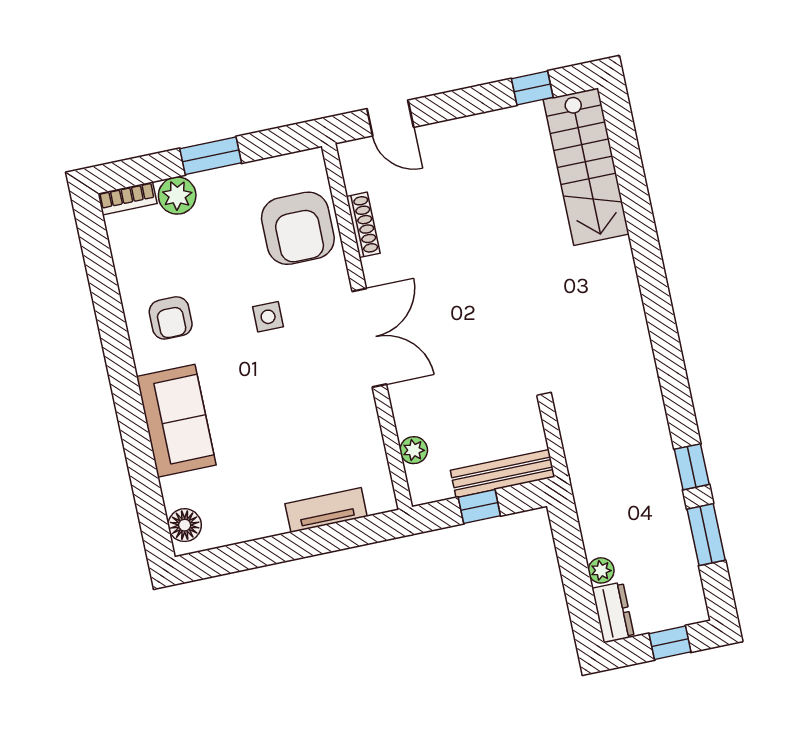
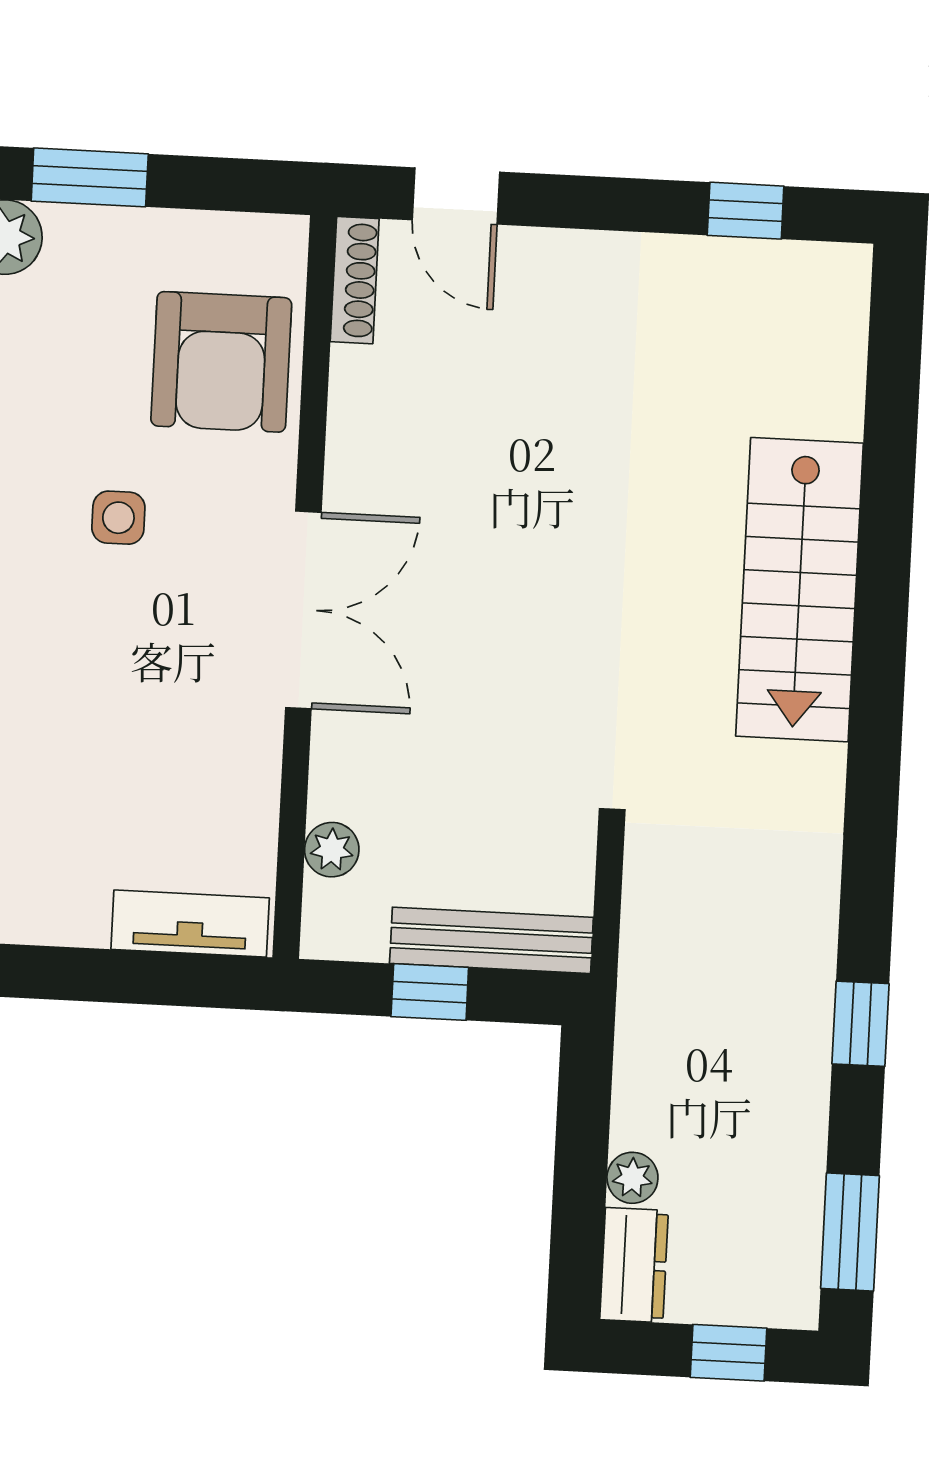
stairs: (586, 167) -> (799, 590), moved
shoe rack: (363, 225) -> (355, 280), moved
tv unit: (326, 510) -> (190, 924), moved
window: (706, 535) -> (850, 1232), moved

